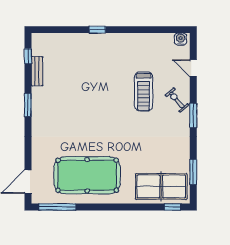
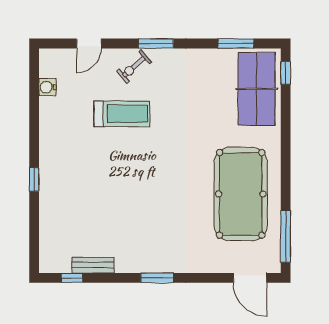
water cooler: (181, 39) -> (47, 87), moved
window: (28, 105) -> (157, 278), moved

